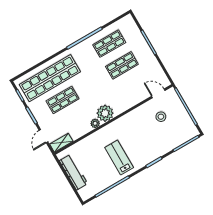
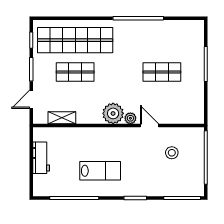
shop shelf: (109, 44) -> (162, 40), removed
door: (158, 93) -> (150, 126), moved
plant: (95, 123) -> (130, 118), moved
shelving: (61, 143) -> (62, 118), moved
lab bench: (119, 158) -> (100, 171), turned 90
workbench: (73, 172) -> (41, 158), width x0.73

